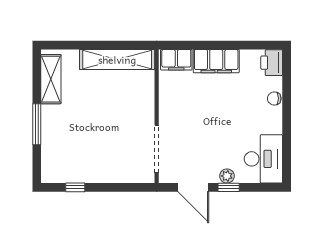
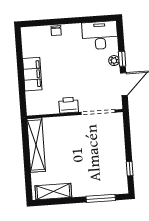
filing cabinet: (176, 60) -> (33, 103), removed
printer: (272, 63) -> (69, 105), moved, turned 180
window: (37, 124) -> (101, 198), moved

